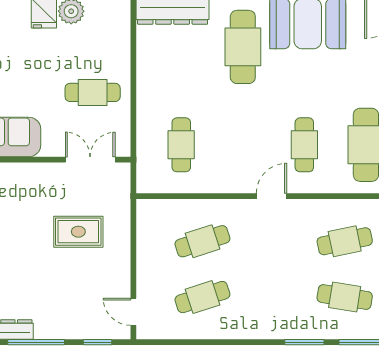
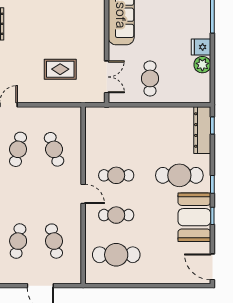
cafe table: (181, 145) -> (116, 175), moved
rug: (78, 232) -> (60, 69), turned 90
cafe table: (202, 297) -> (18, 149), turned 30

